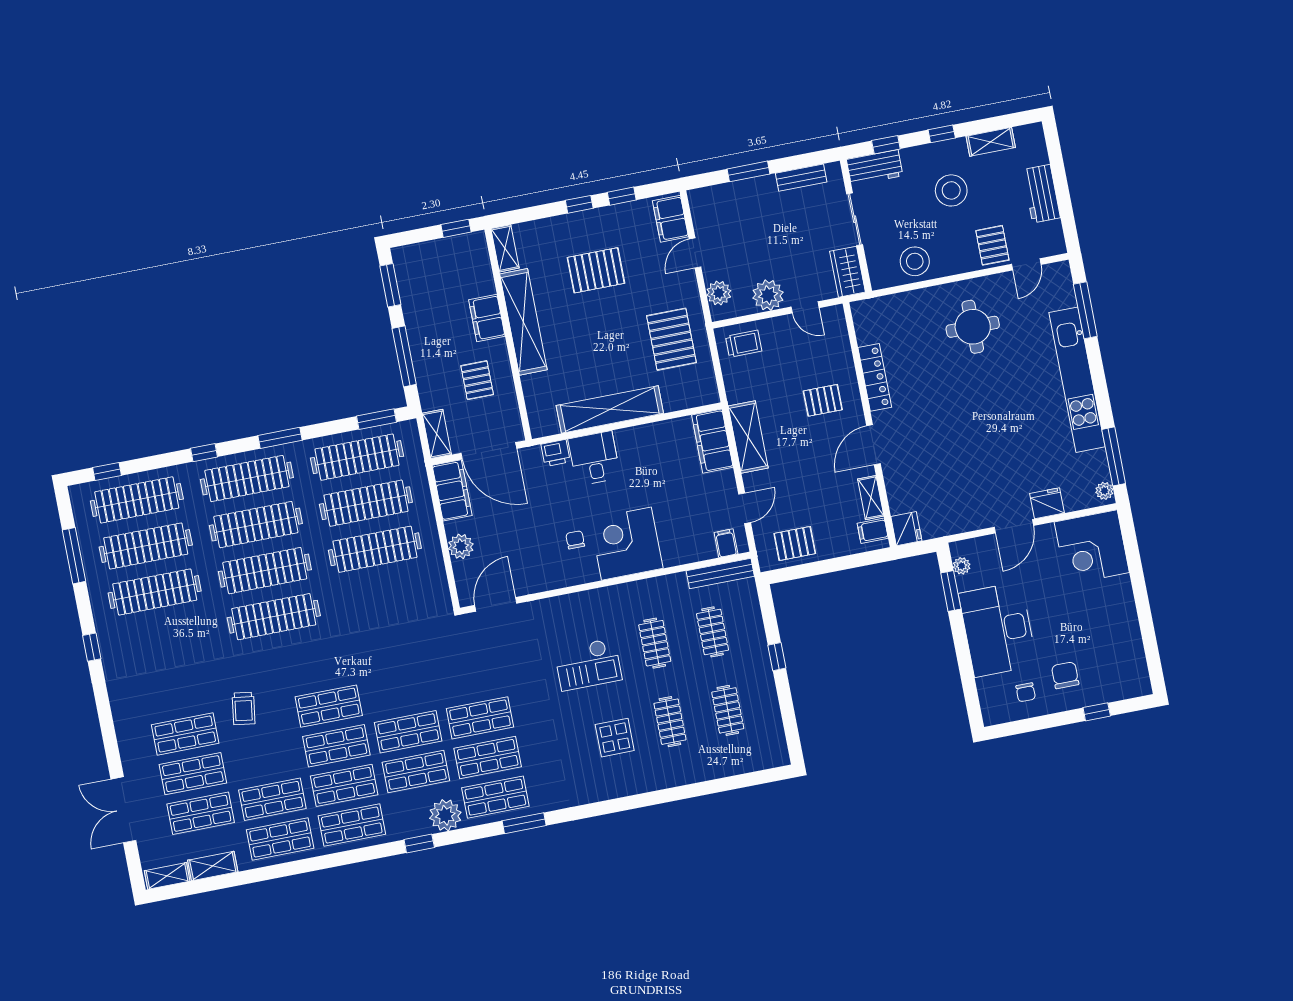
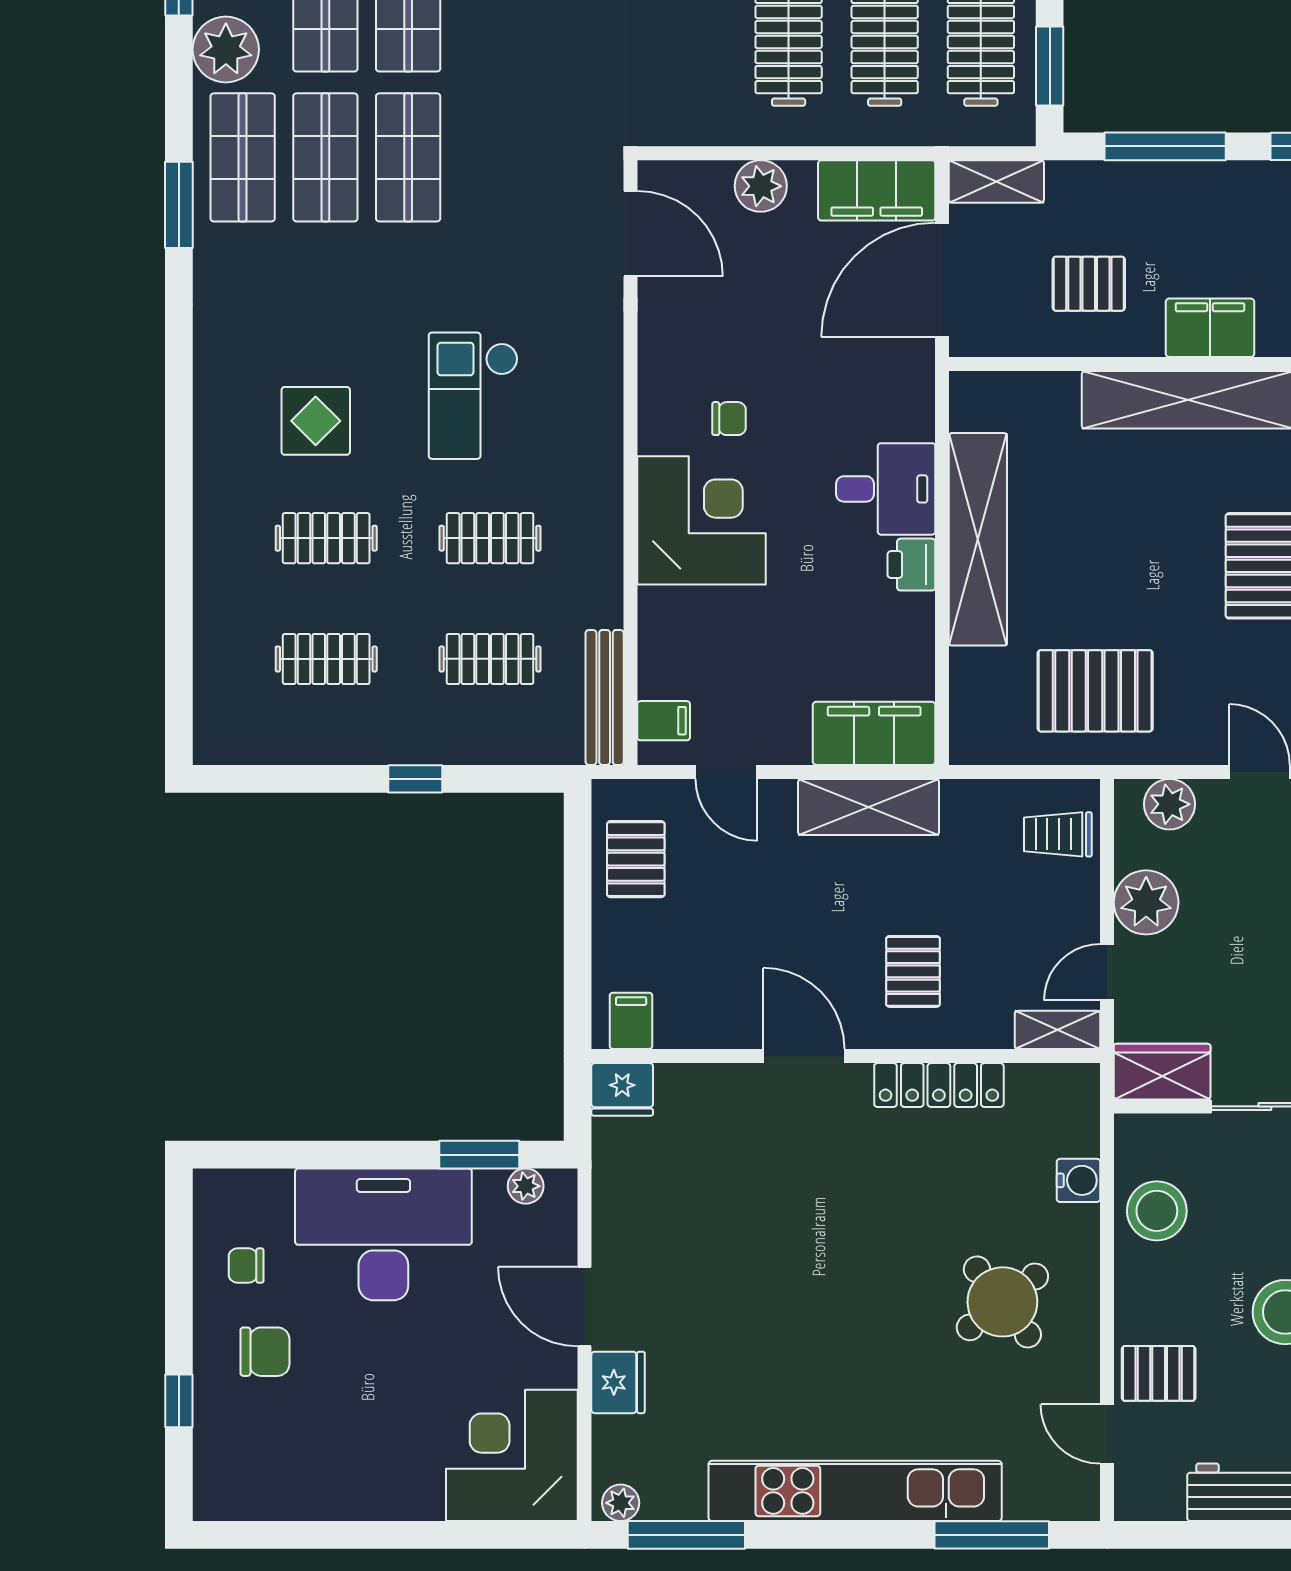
water cooler: (907, 302) -> (1078, 1180), added
round table: (973, 327) -> (1002, 1302), turned -38
trolley: (744, 344) -> (1058, 834), turned 90
printer: (556, 453) -> (911, 565), moved
shelving: (871, 498) -> (1057, 1030), moved

